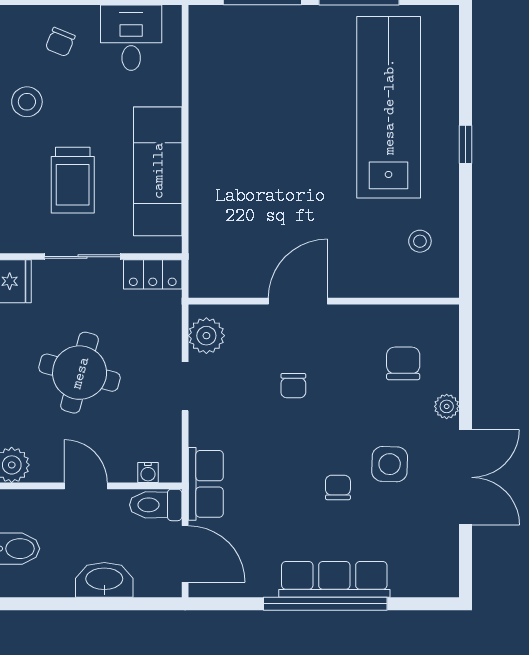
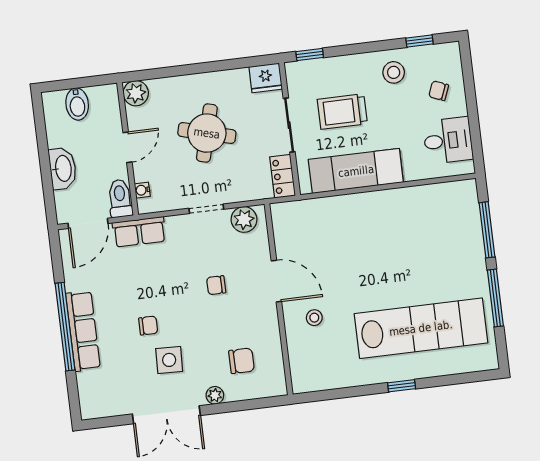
stool: (420, 241) -> (314, 318), moved

